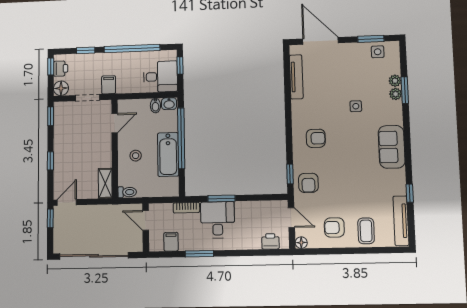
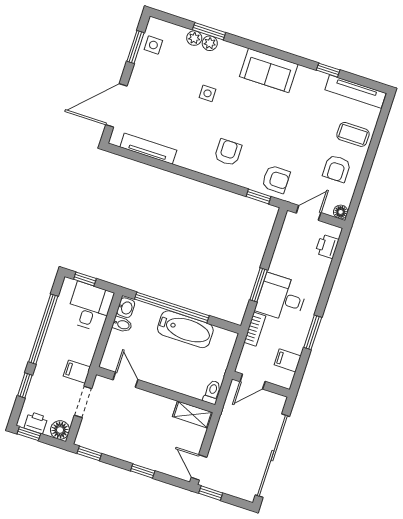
stool: (136, 156) -> (173, 368), removed

